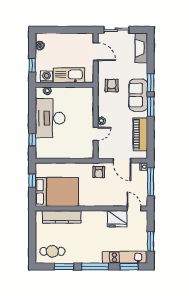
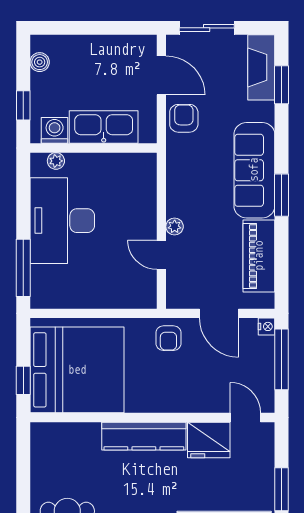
window: (151, 83) -> (281, 85), moved
armchair: (112, 86) -> (184, 118), moved
sofa: (138, 95) -> (254, 170), width x1.36
door: (96, 134) -> (161, 255), swing flipped
window: (32, 140) -> (23, 268), width x2.17
window: (32, 181) -> (23, 380), moved
bed: (57, 192) -> (77, 370), width x1.36
kitchen counter: (62, 217) -> (144, 436), moved

